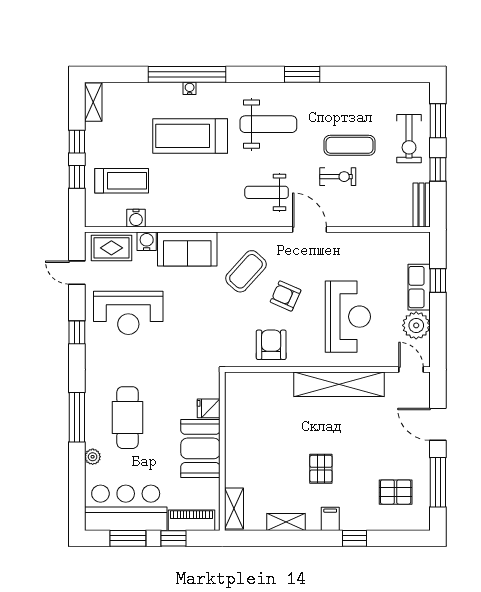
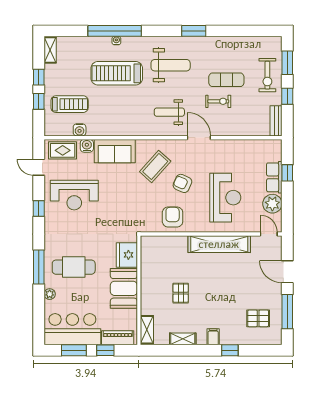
fridge: (209, 408) -> (127, 255), width x1.88, depth x1.34
cafe table: (128, 418) -> (74, 267), turned 90
pallet: (321, 469) -> (181, 293), moved

